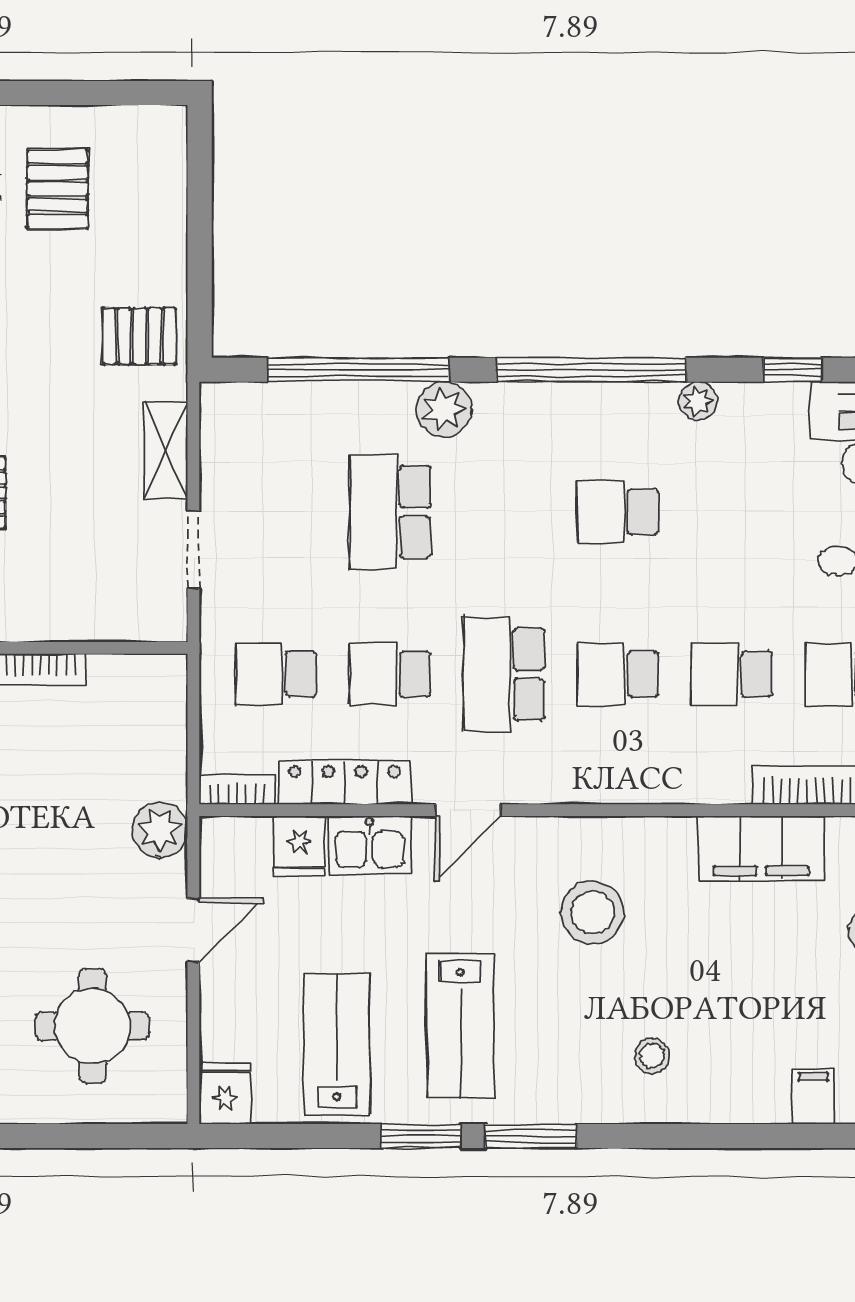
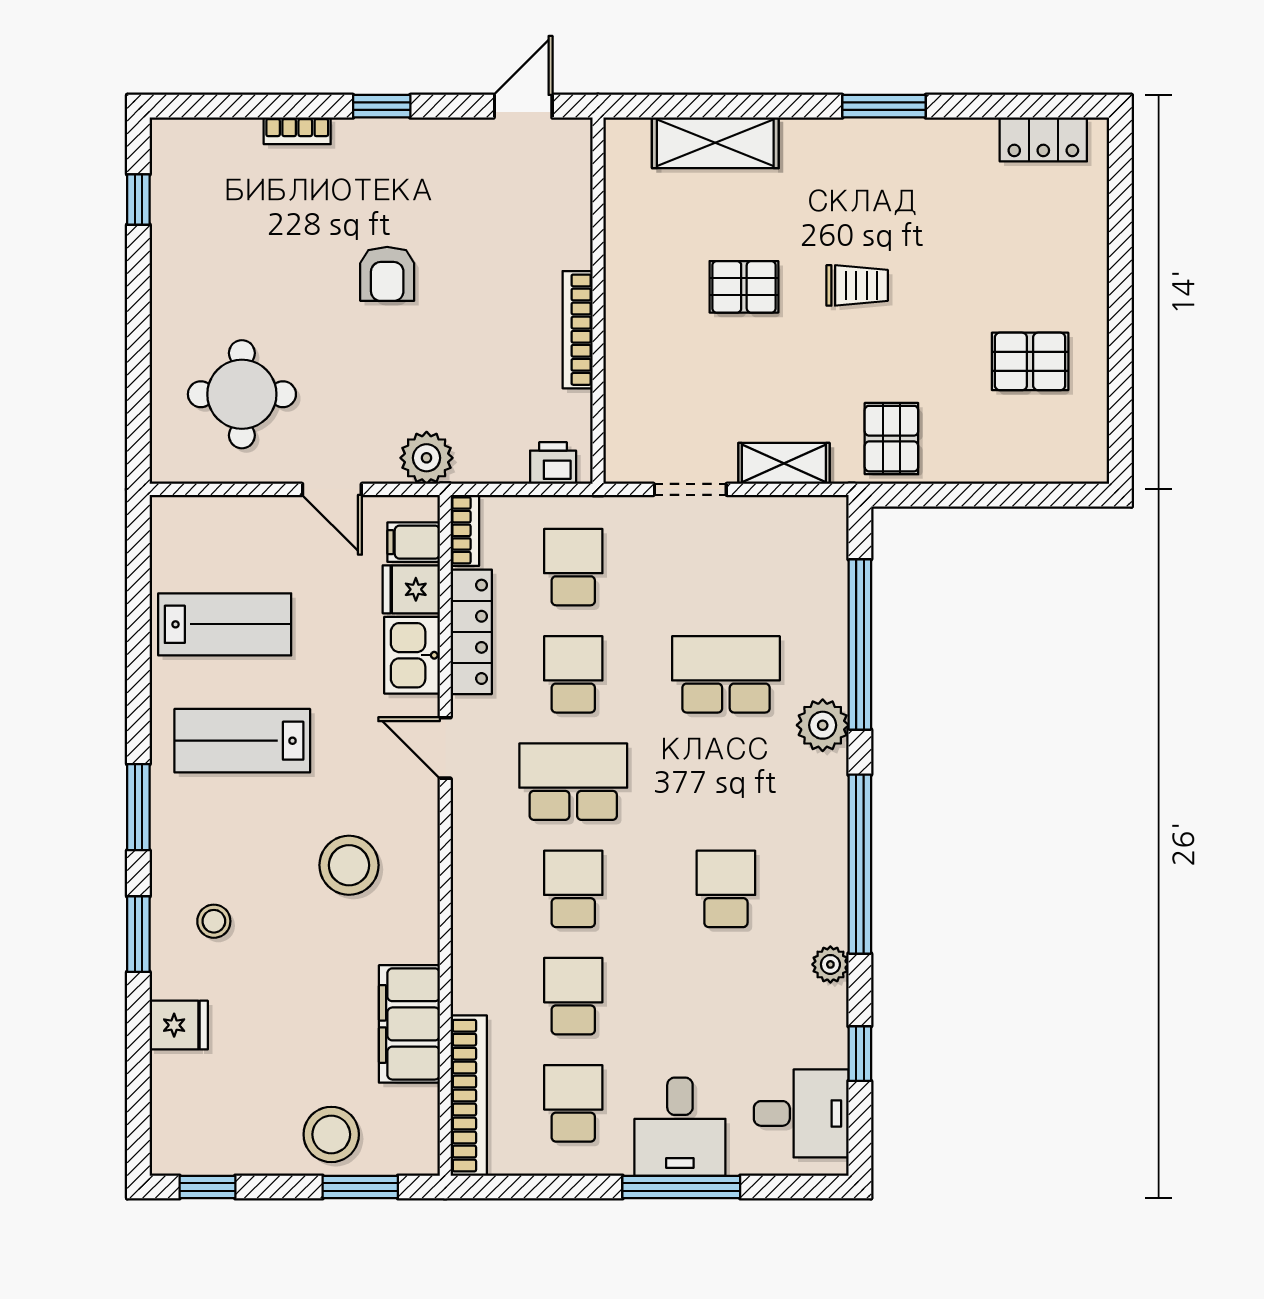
printer: (165, 696) -> (553, 463), added
fridge: (225, 1093) -> (179, 1025), moved
filing cabinet: (813, 1096) -> (414, 542), moved, turned 180
window: (421, 1136) -> (138, 934), moved

